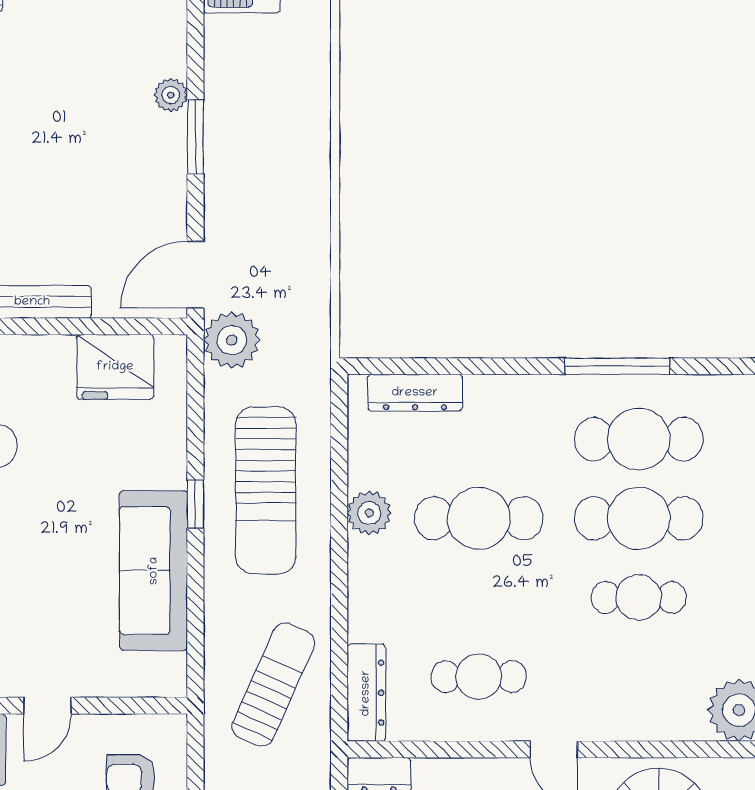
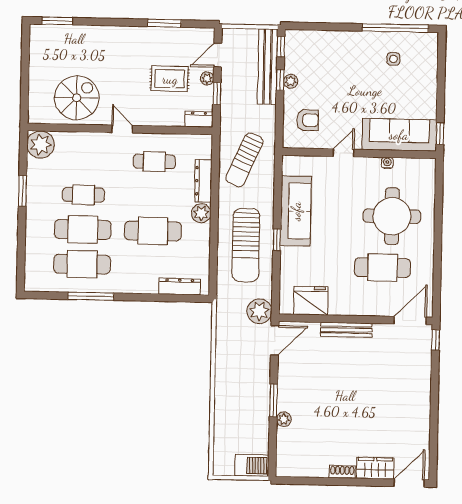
sun lounger: (266, 491) -> (246, 245), turned 180
plant: (369, 513) -> (201, 213), moved
dresser: (366, 693) -> (203, 181), moved

